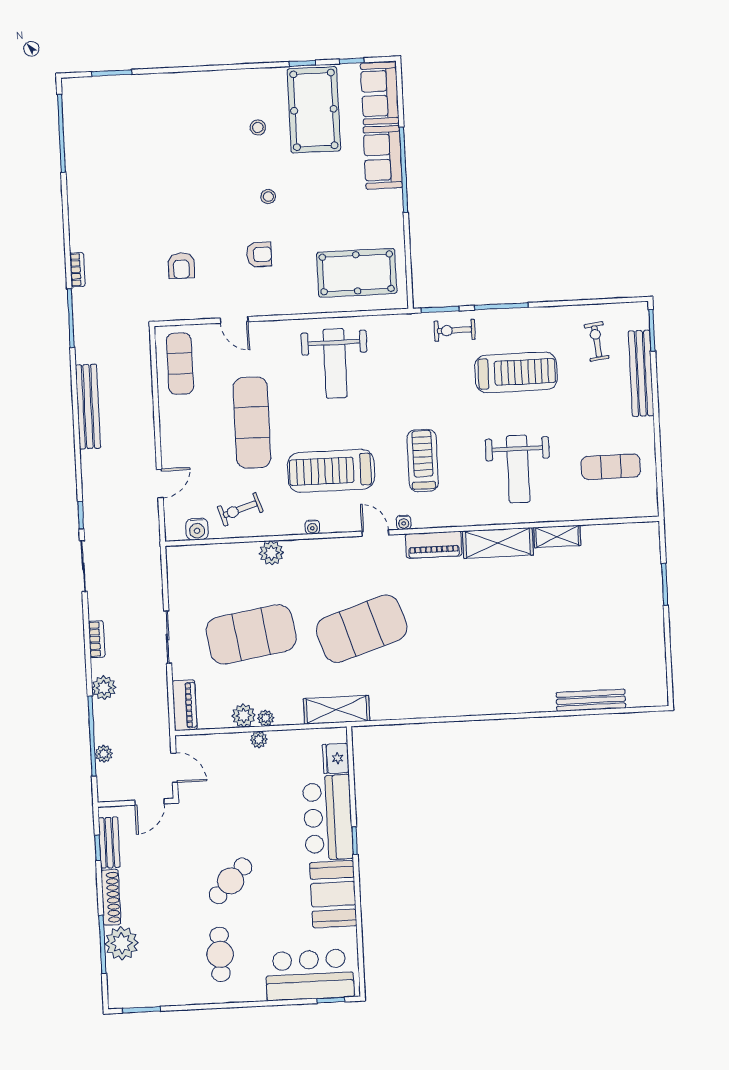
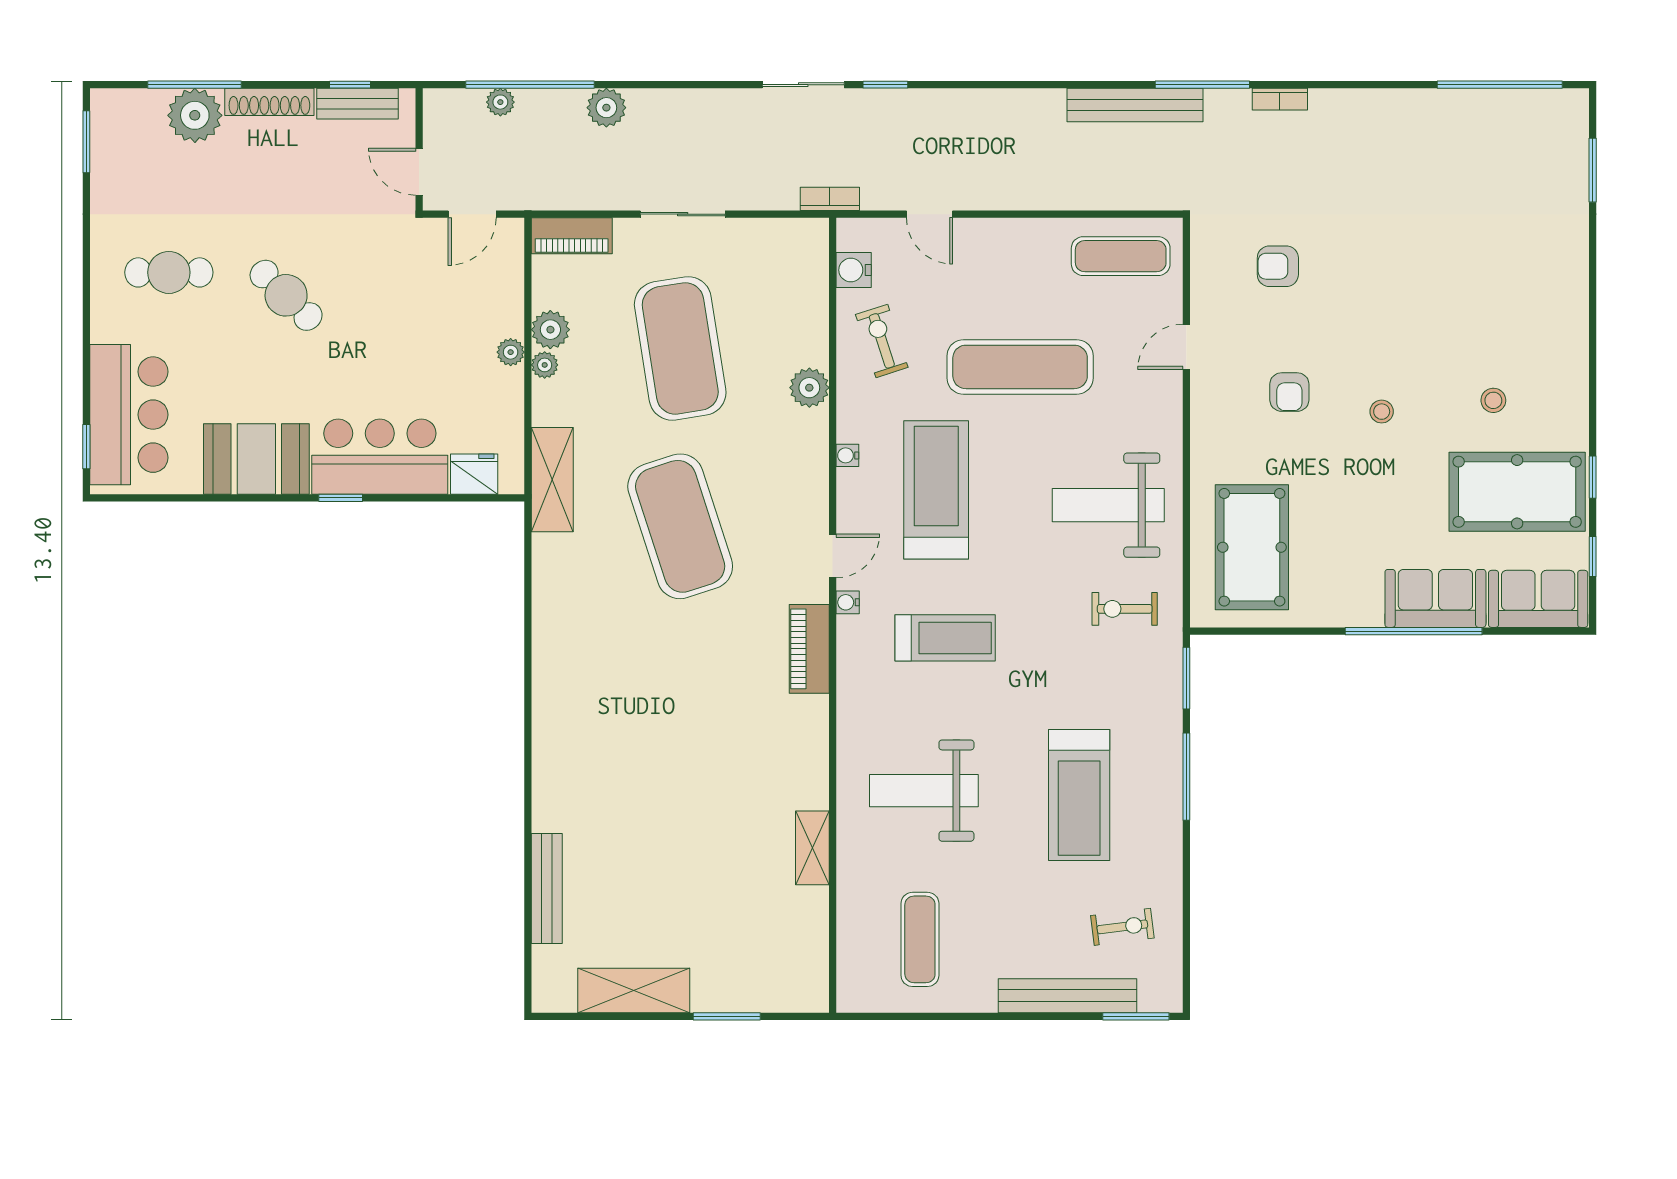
exercise bike: (455, 330) -> (1125, 609), moved, turned -90
bench: (88, 407) -> (1135, 105), moved
shelving: (498, 543) -> (634, 991), moved, turned 90
bookcase: (97, 639) -> (830, 199), moved, turned 180

